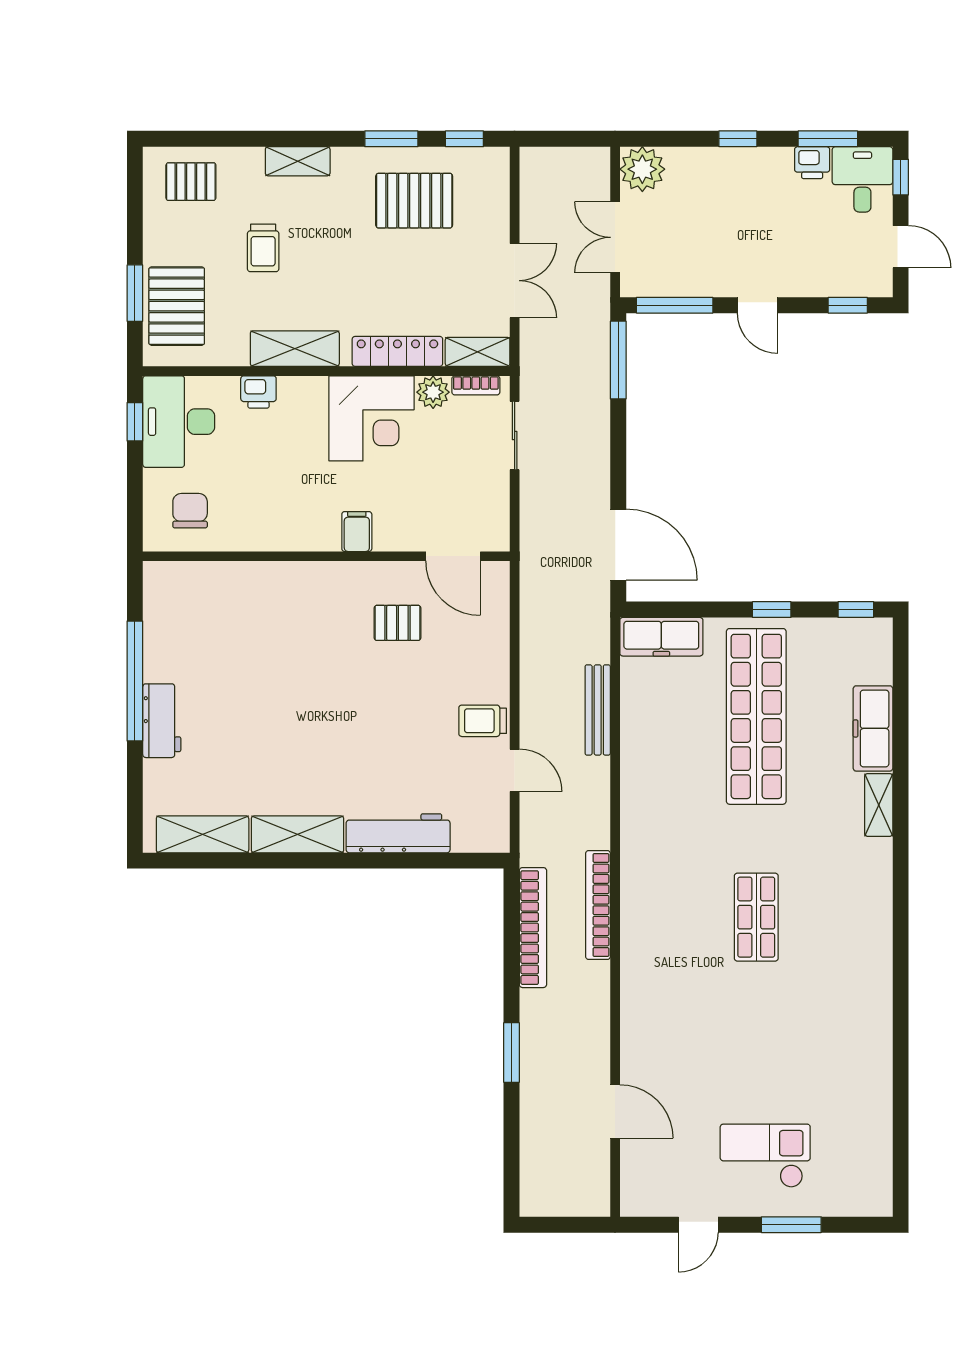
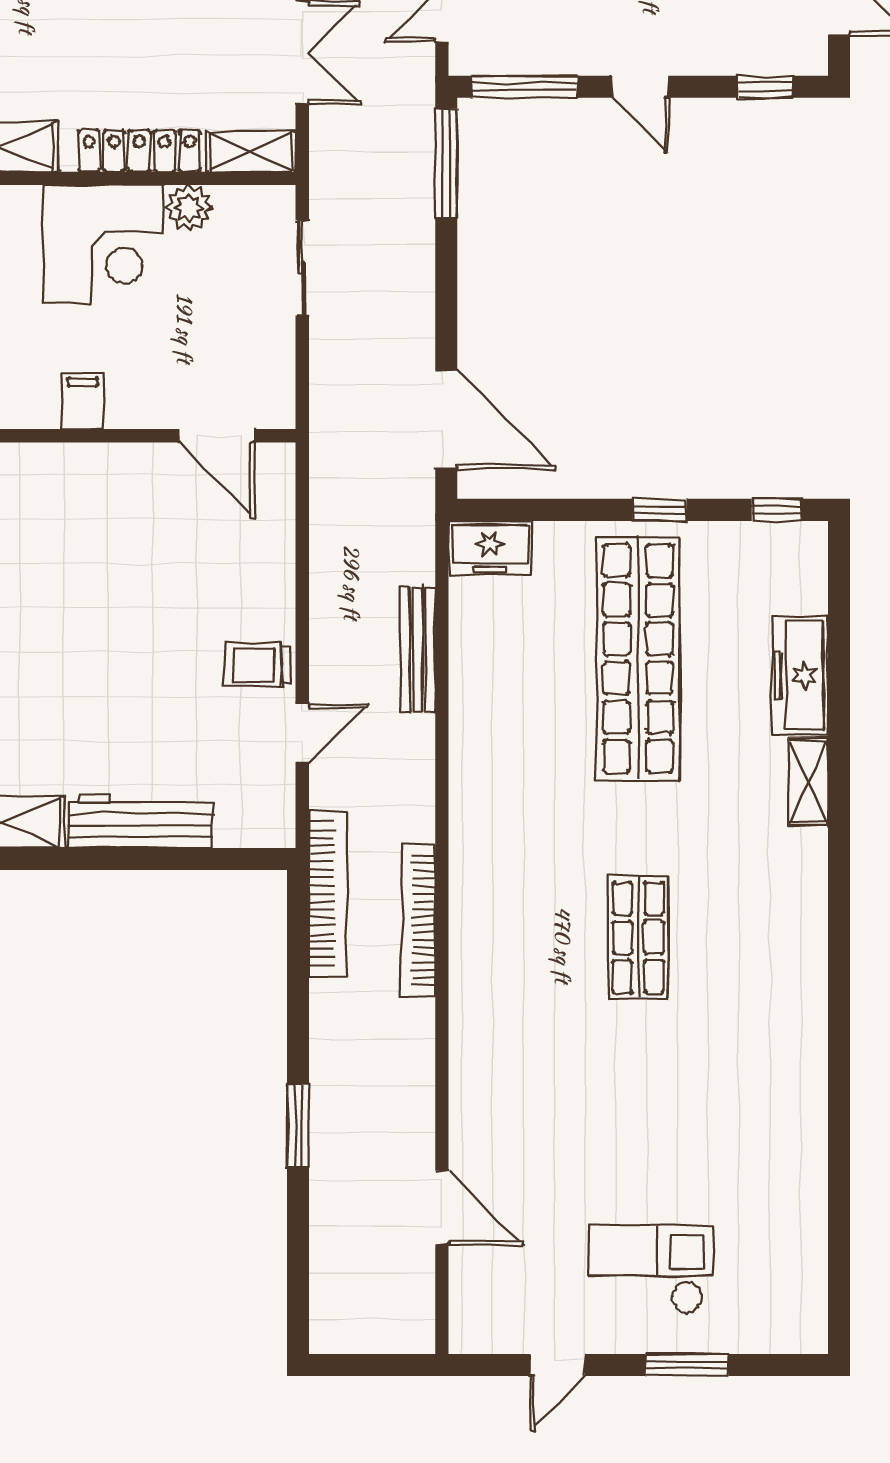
bookcase: (476, 385) -> (248, 198), removed
pallet: (397, 623) -> (139, 528), removed
freezer: (661, 637) -> (490, 548), width x0.71
door: (515, 770) -> (302, 733), hinge flipped
bookcase: (533, 928) -> (328, 894), moved

